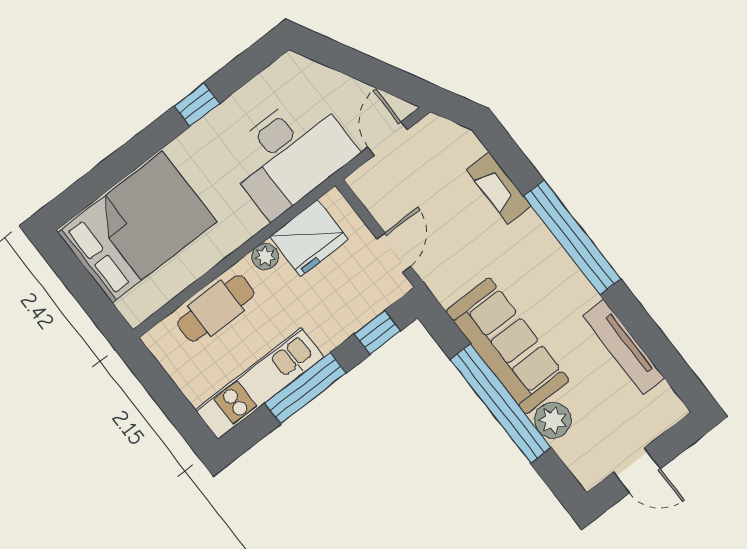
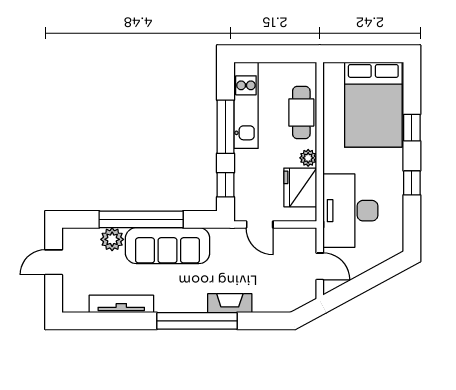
window: (129, 158) -> (412, 128), added
fireplace: (499, 188) -> (230, 303), moved

